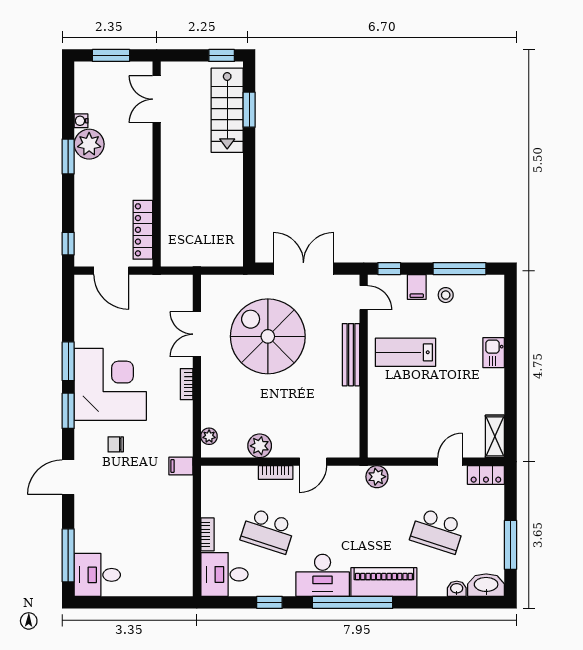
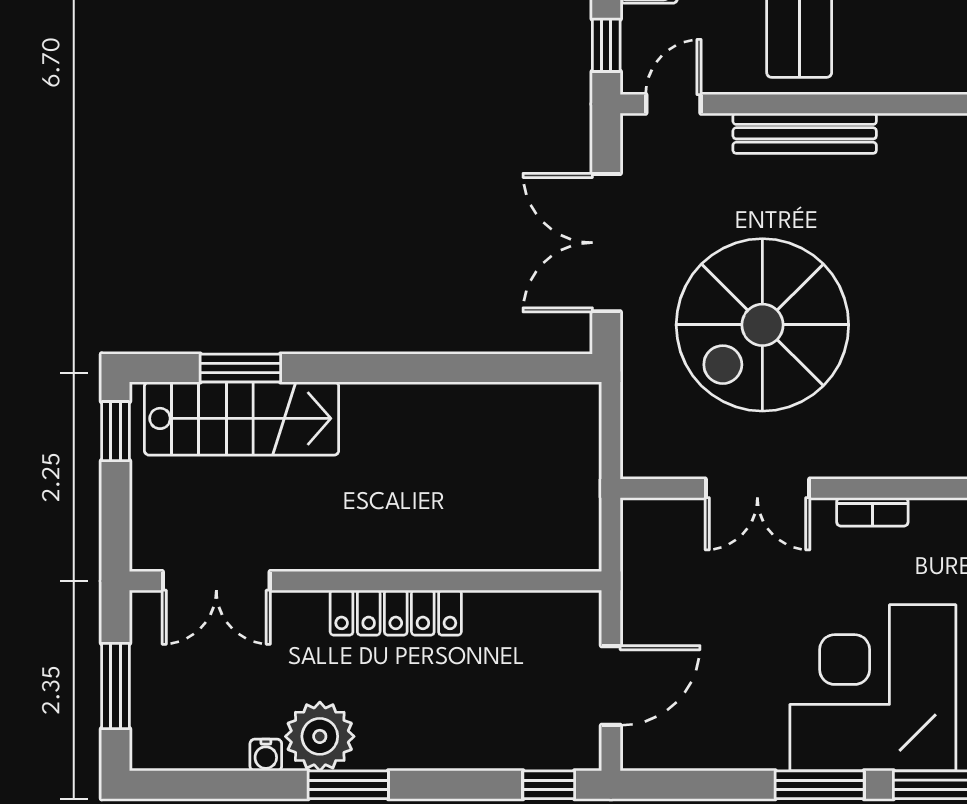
locker: (143, 230) -> (396, 613), moved

